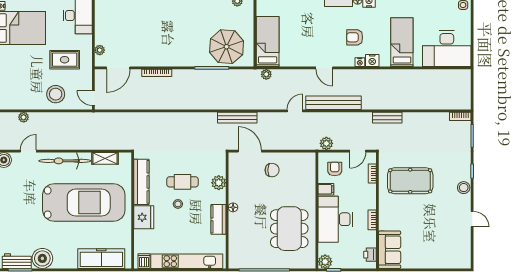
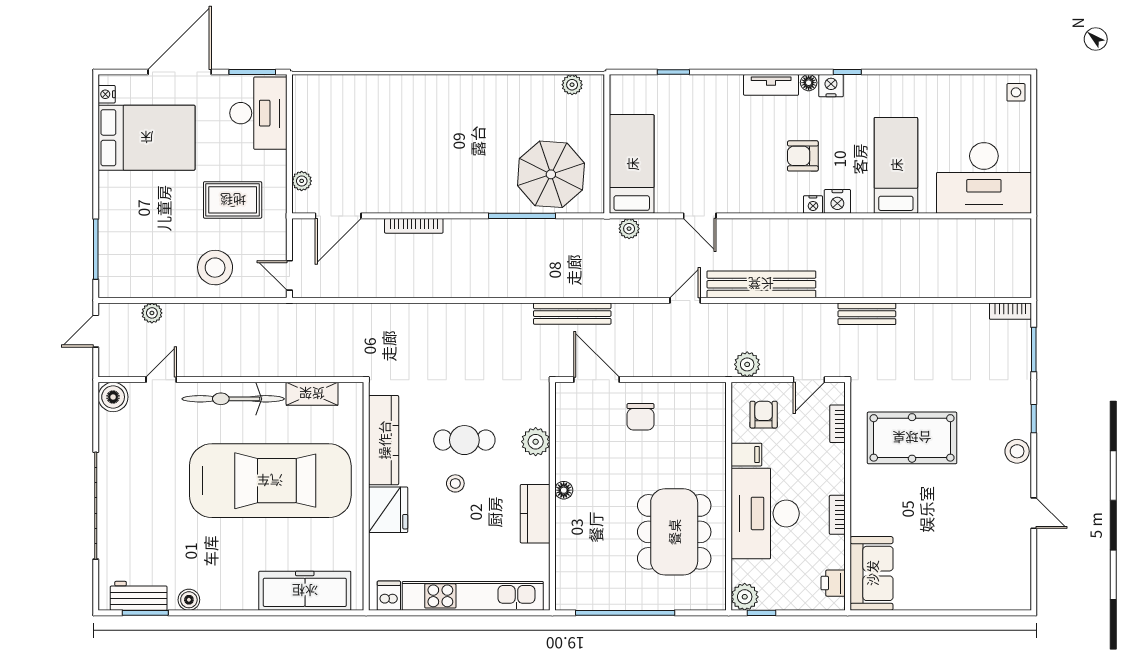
door: (324, 68) -> (700, 216), moved
chair: (272, 170) -> (641, 417), turned 90
boiler: (42, 258) -> (189, 600), width x0.54, depth x0.54

